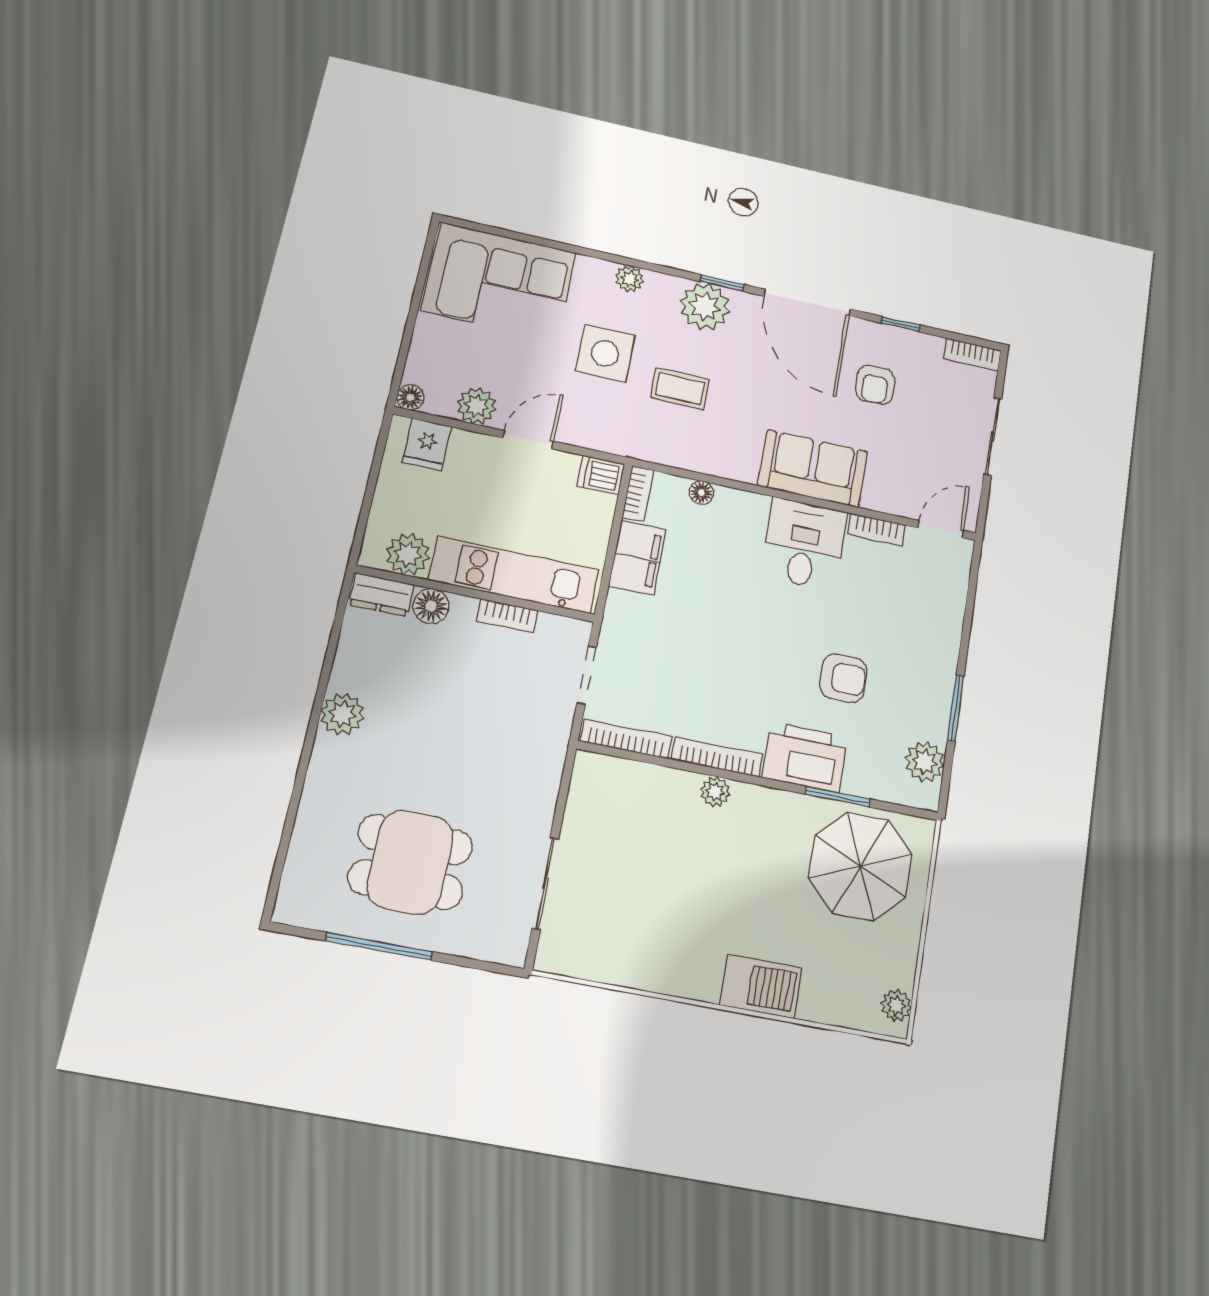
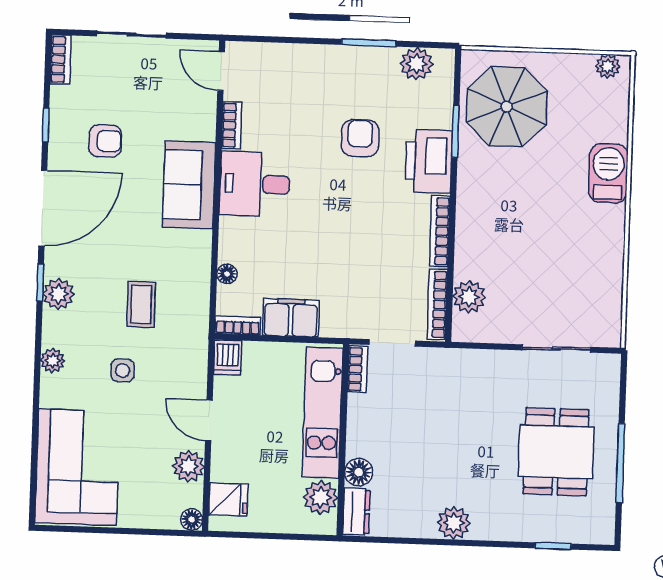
plant: (705, 306) -> (59, 294), width x0.73, depth x0.73
side table: (605, 353) -> (123, 370), width x0.54, depth x0.54
bookcase: (507, 616) -> (358, 369), moved
plant: (715, 792) -> (469, 297), moved, width x1.38, depth x1.38
window: (286, 839) -> (553, 546), added

